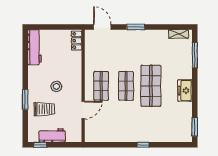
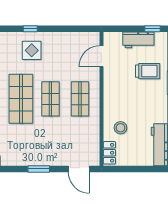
stool: (56, 86) -> (120, 128), moved
trolley: (44, 109) -> (148, 71), turned 180
door: (83, 110) -> (101, 56), moved
display table: (142, 127) -> (32, 50), added

